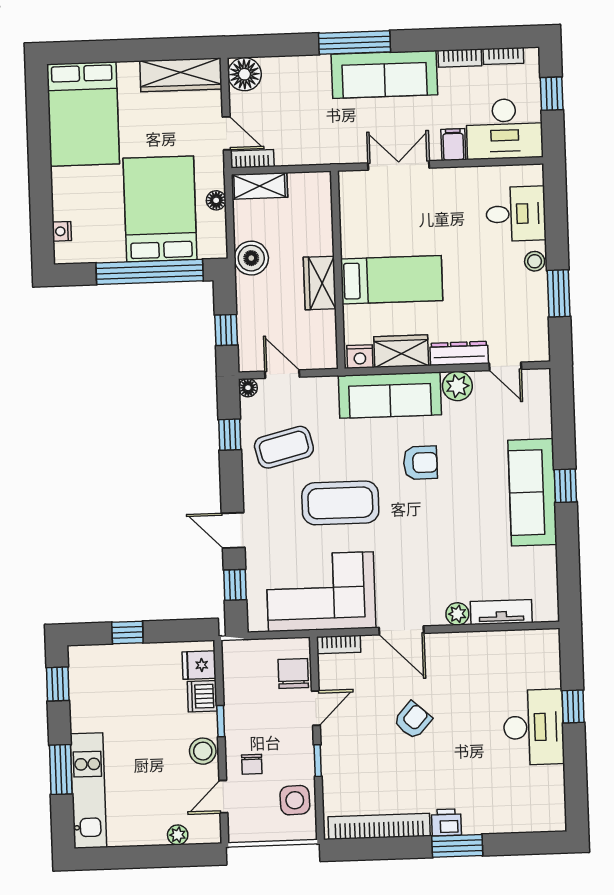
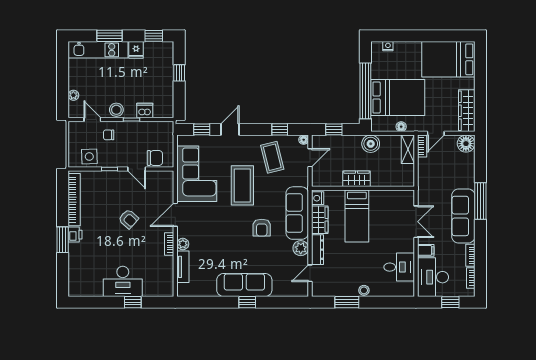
desk: (516, 214) -> (399, 267), moved, turned -90
bookcase: (339, 644) -> (169, 244), moved
fridge: (199, 665) -> (136, 50), moved, turned 180

